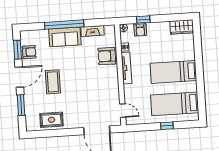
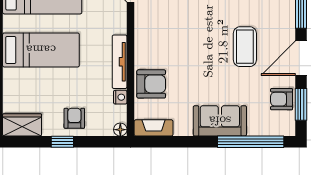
window: (143, 19) -> (62, 142), moved
window: (64, 25) -> (251, 142), moved
armchair: (140, 30) -> (74, 118), moved
fireplace: (93, 31) -> (154, 128), moved

